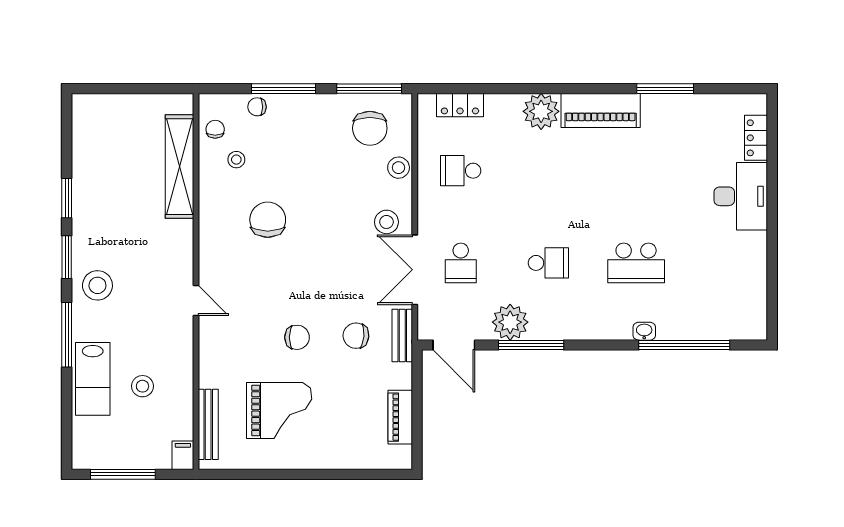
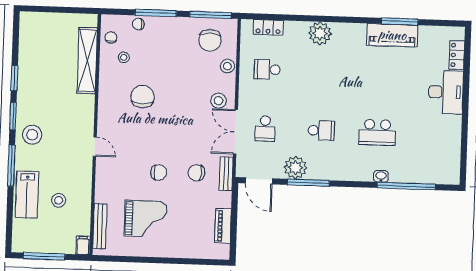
piano: (601, 110) -> (392, 35), moved

